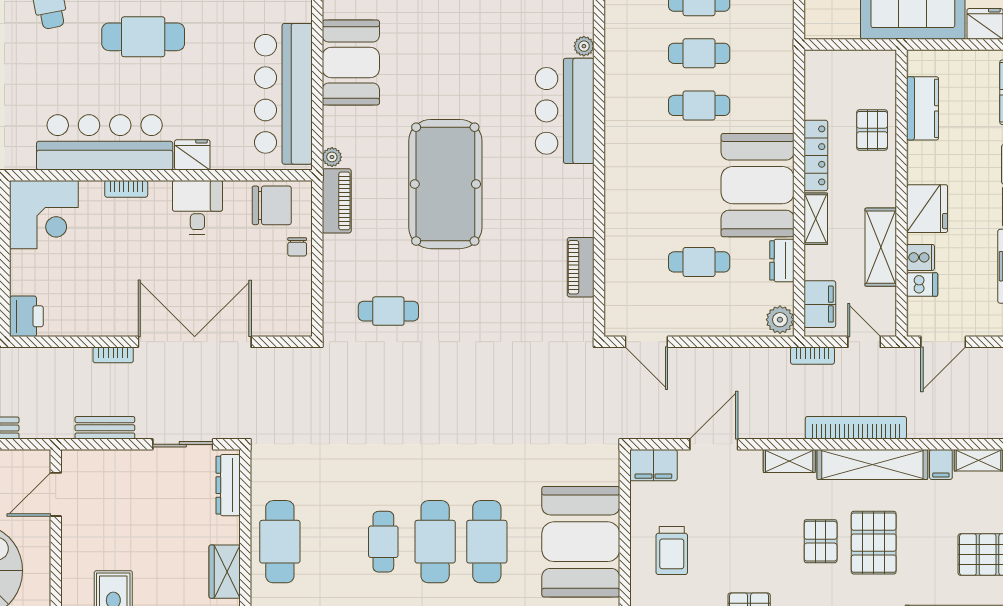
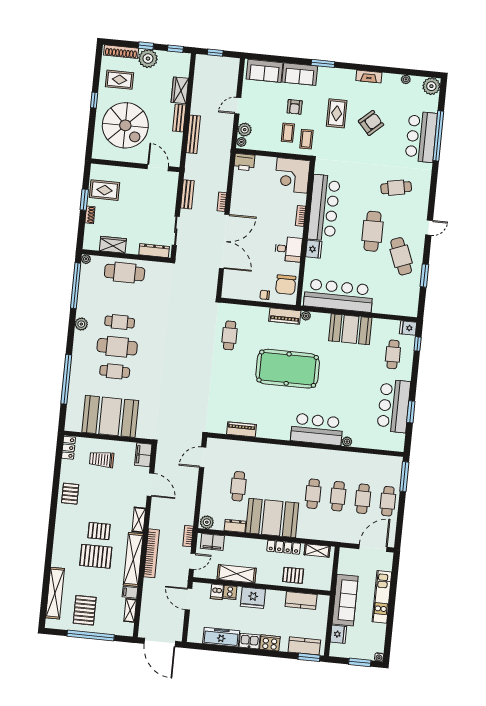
shelving: (816, 219) -> (317, 551), moved
cafe table: (487, 542) -> (115, 371), width x0.73, depth x0.74

